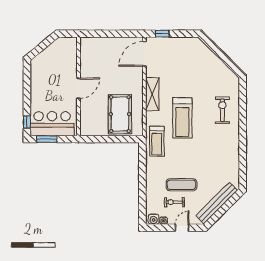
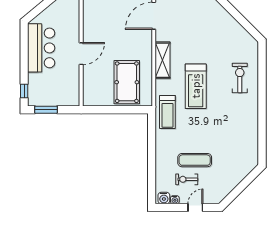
bar counter: (52, 124) -> (41, 48), moved, turned 90
bench: (217, 203) -> (233, 180), removed

